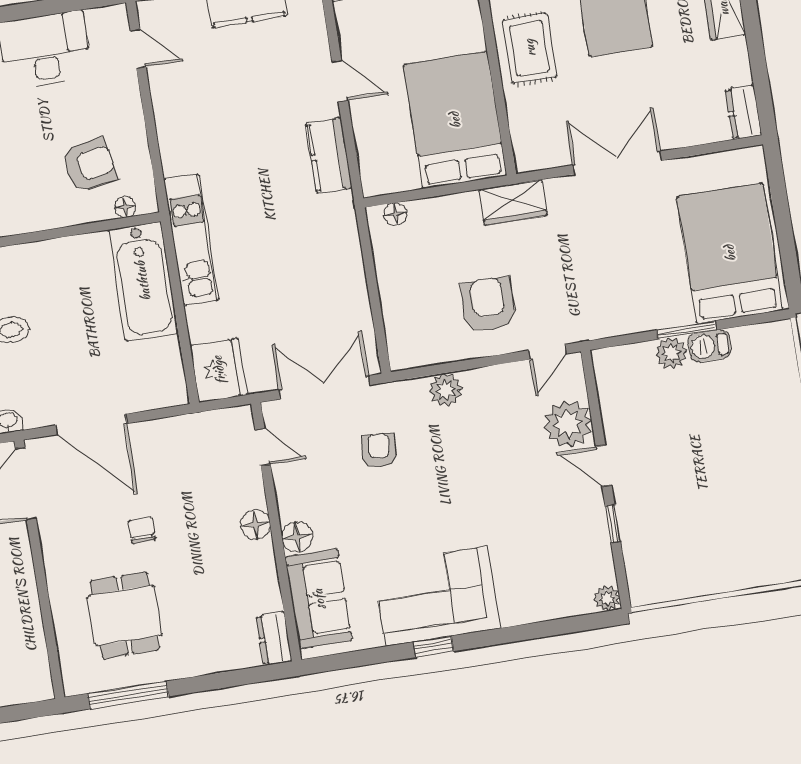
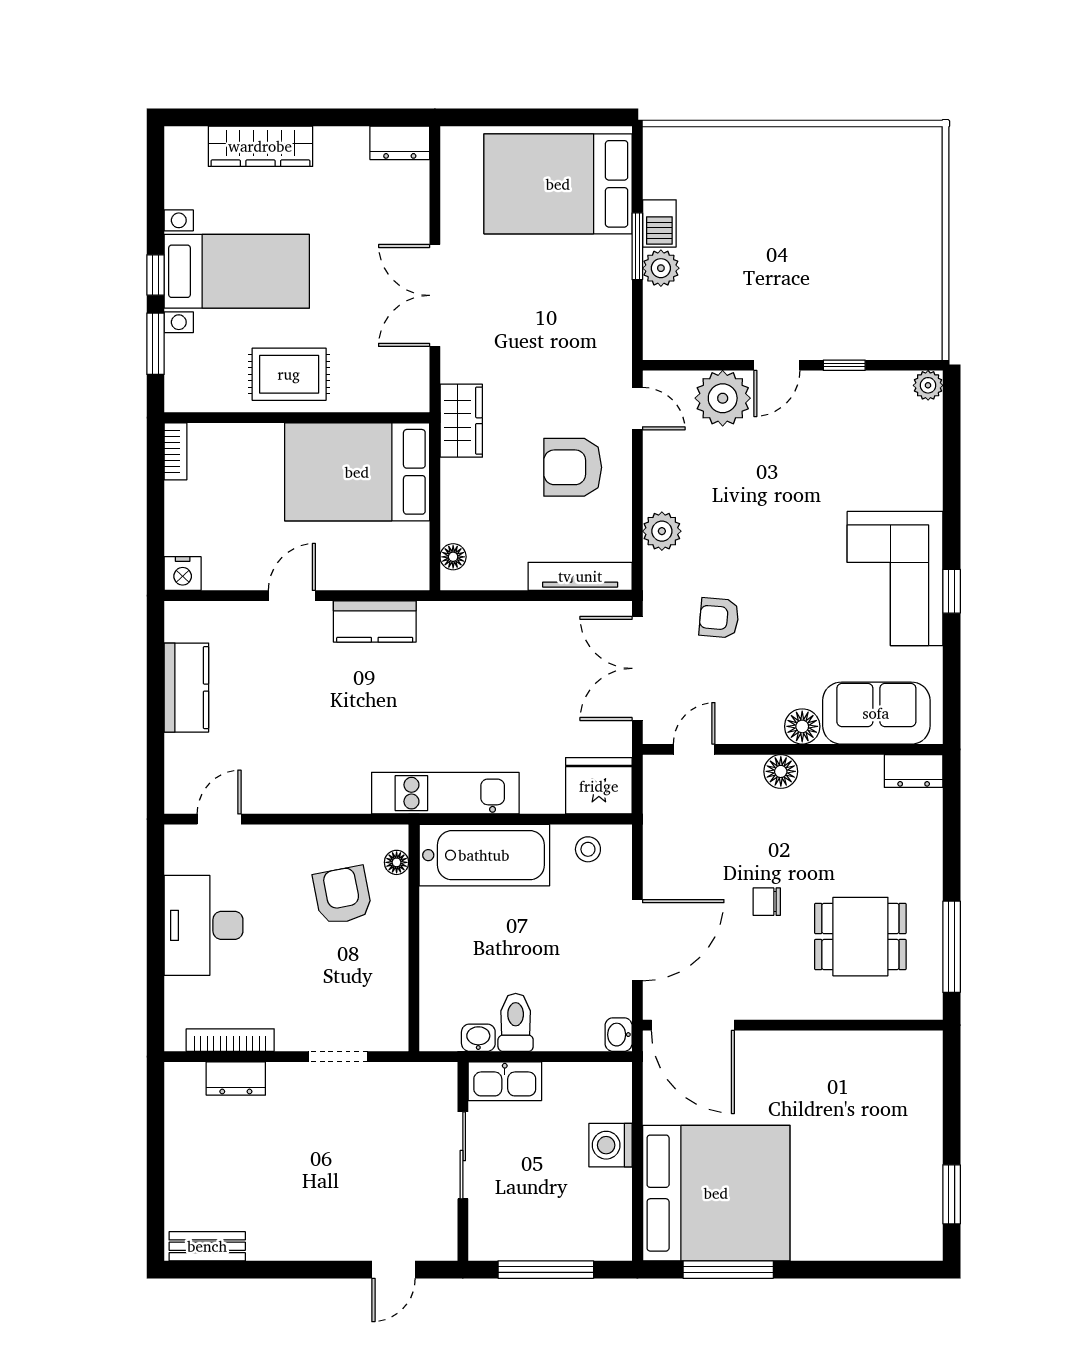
tv unit: (396, 326) -> (580, 576), added
stool: (162, 370) -> (588, 849), added

